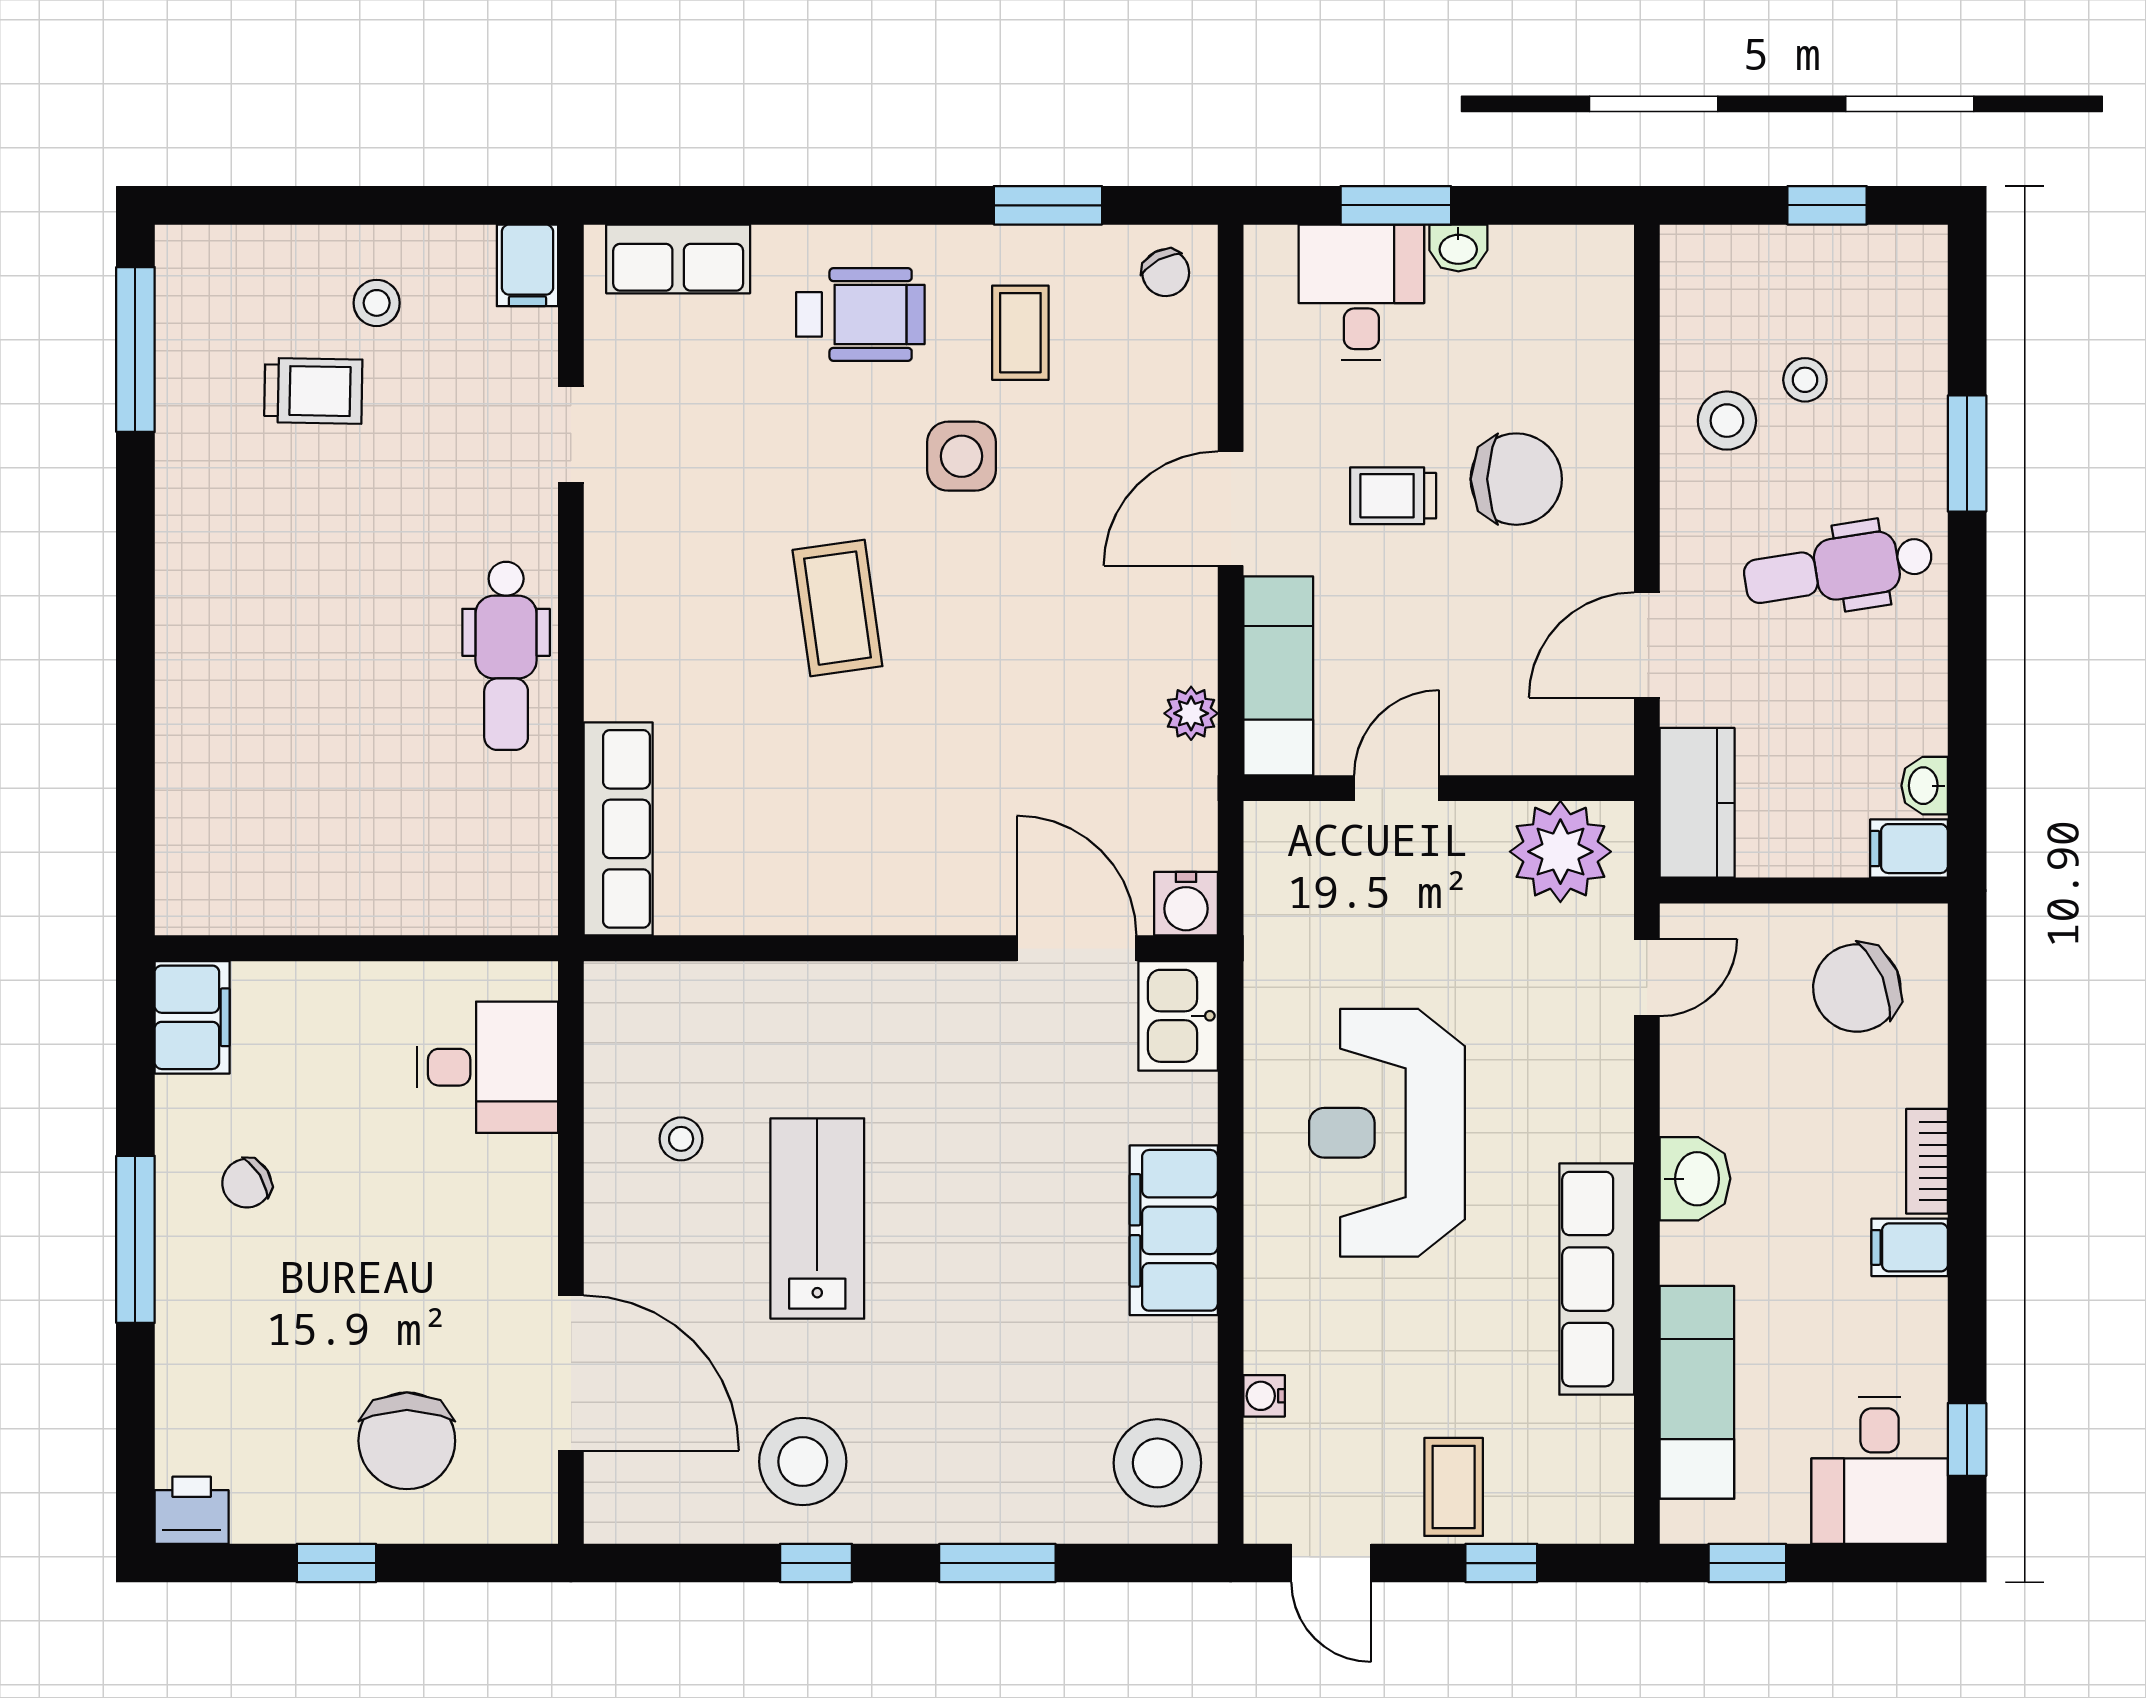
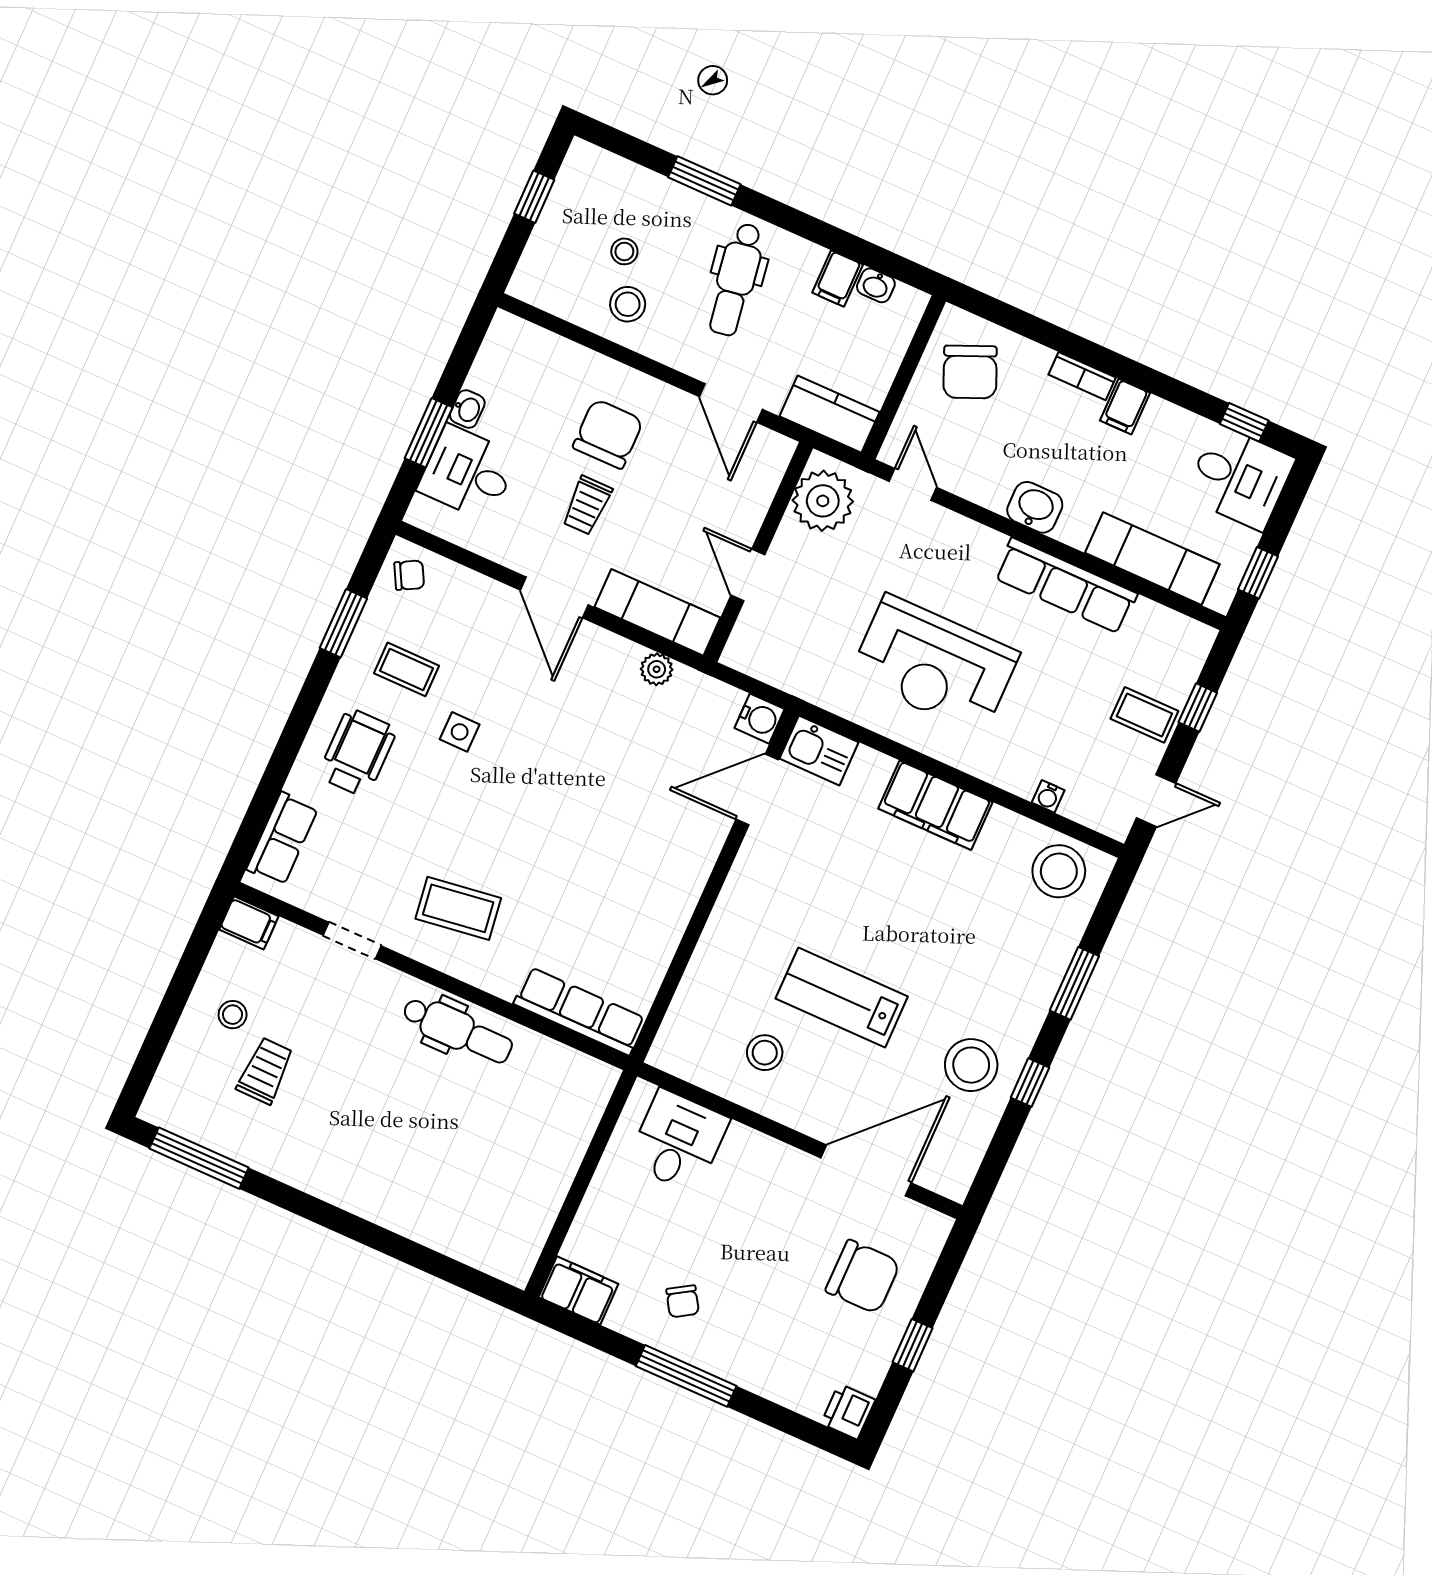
side table: (962, 456) -> (460, 732), width x0.73, depth x0.73
coffee table: (837, 608) -> (458, 908), moved
filing cabinet: (1909, 849) -> (838, 278), moved
stool: (681, 1139) -> (765, 1053), width x1.37, depth x1.37

